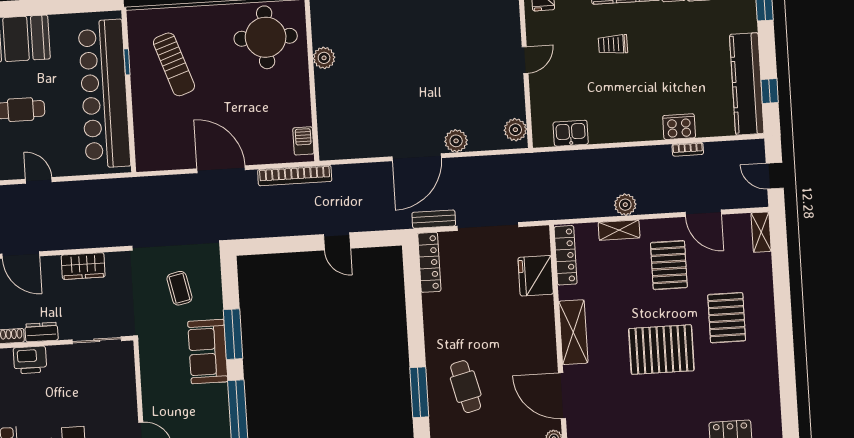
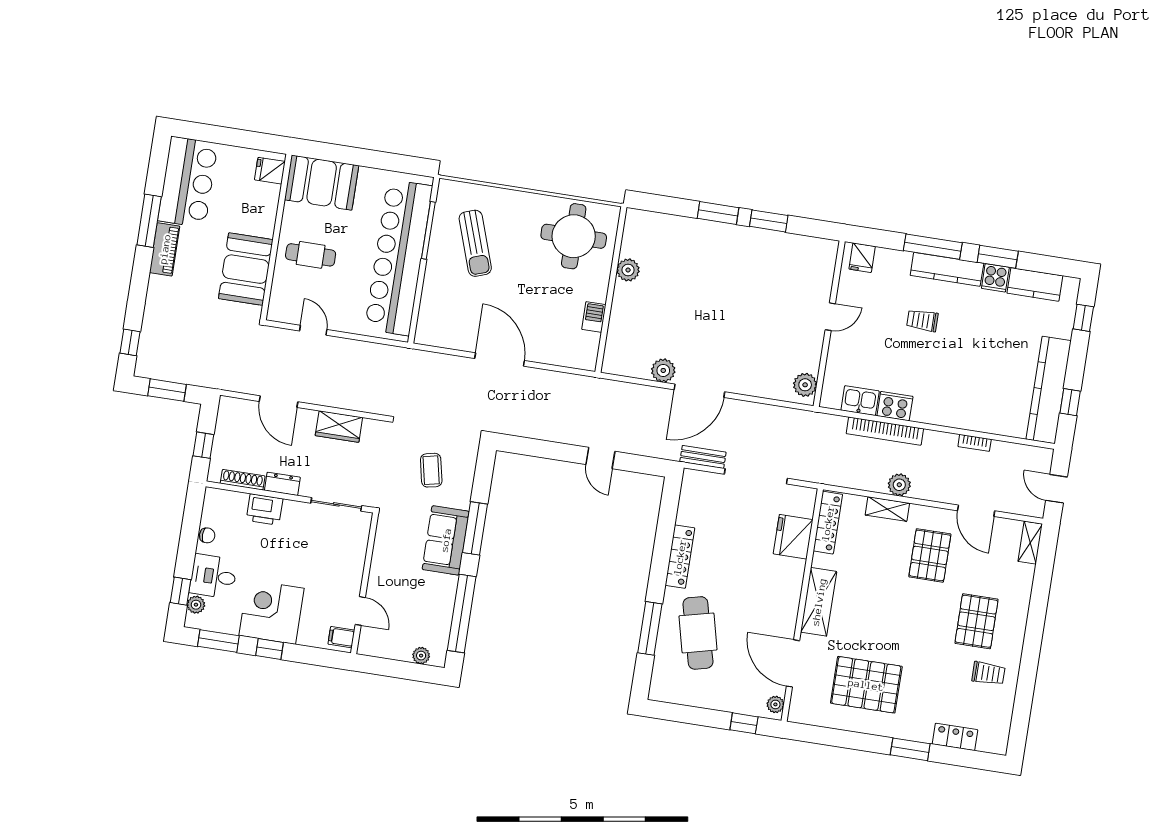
window: (127, 62) -> (428, 230), width x2.17
cooker: (679, 127) -> (895, 406), moved
barbecue: (303, 141) -> (594, 317), moved
plant: (456, 141) -> (663, 370), moved
bookcase: (295, 176) -> (885, 431), moved
locker: (429, 262) -> (680, 557), moved
pallet: (661, 350) -> (866, 685), moved
trolley: (749, 364) -> (988, 673), added
cafe table: (466, 387) -> (698, 633), width x1.37, depth x1.35

